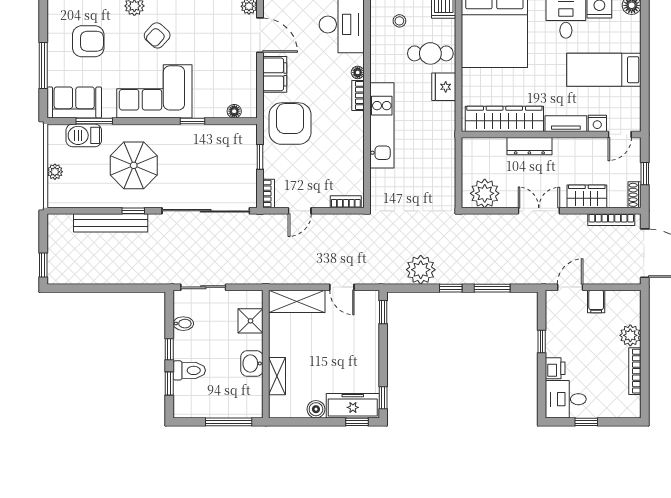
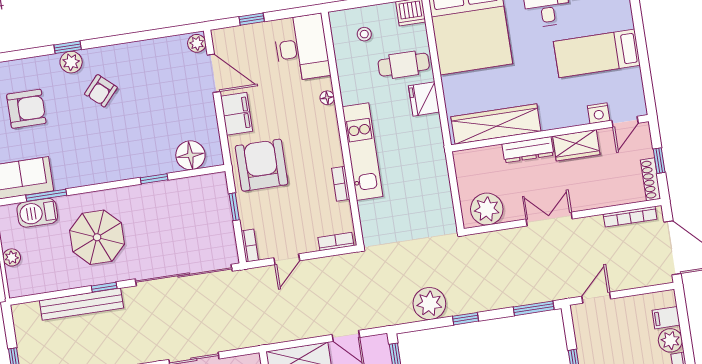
corner sofa: (154, 91) -> (107, 153), removed
bookcase: (358, 95) -> (341, 184), moved
floor lamp: (234, 111) -> (190, 155), width x1.89, depth x1.89
tv unit: (566, 124) -> (564, 119), removed
shoe rack: (635, 195) -> (651, 179), width x1.43
wardrobe: (587, 196) -> (576, 145), moved, turned 180
window: (492, 288) -> (534, 308), moved
filing cabinet: (596, 302) -> (666, 318), moved, turned 90

